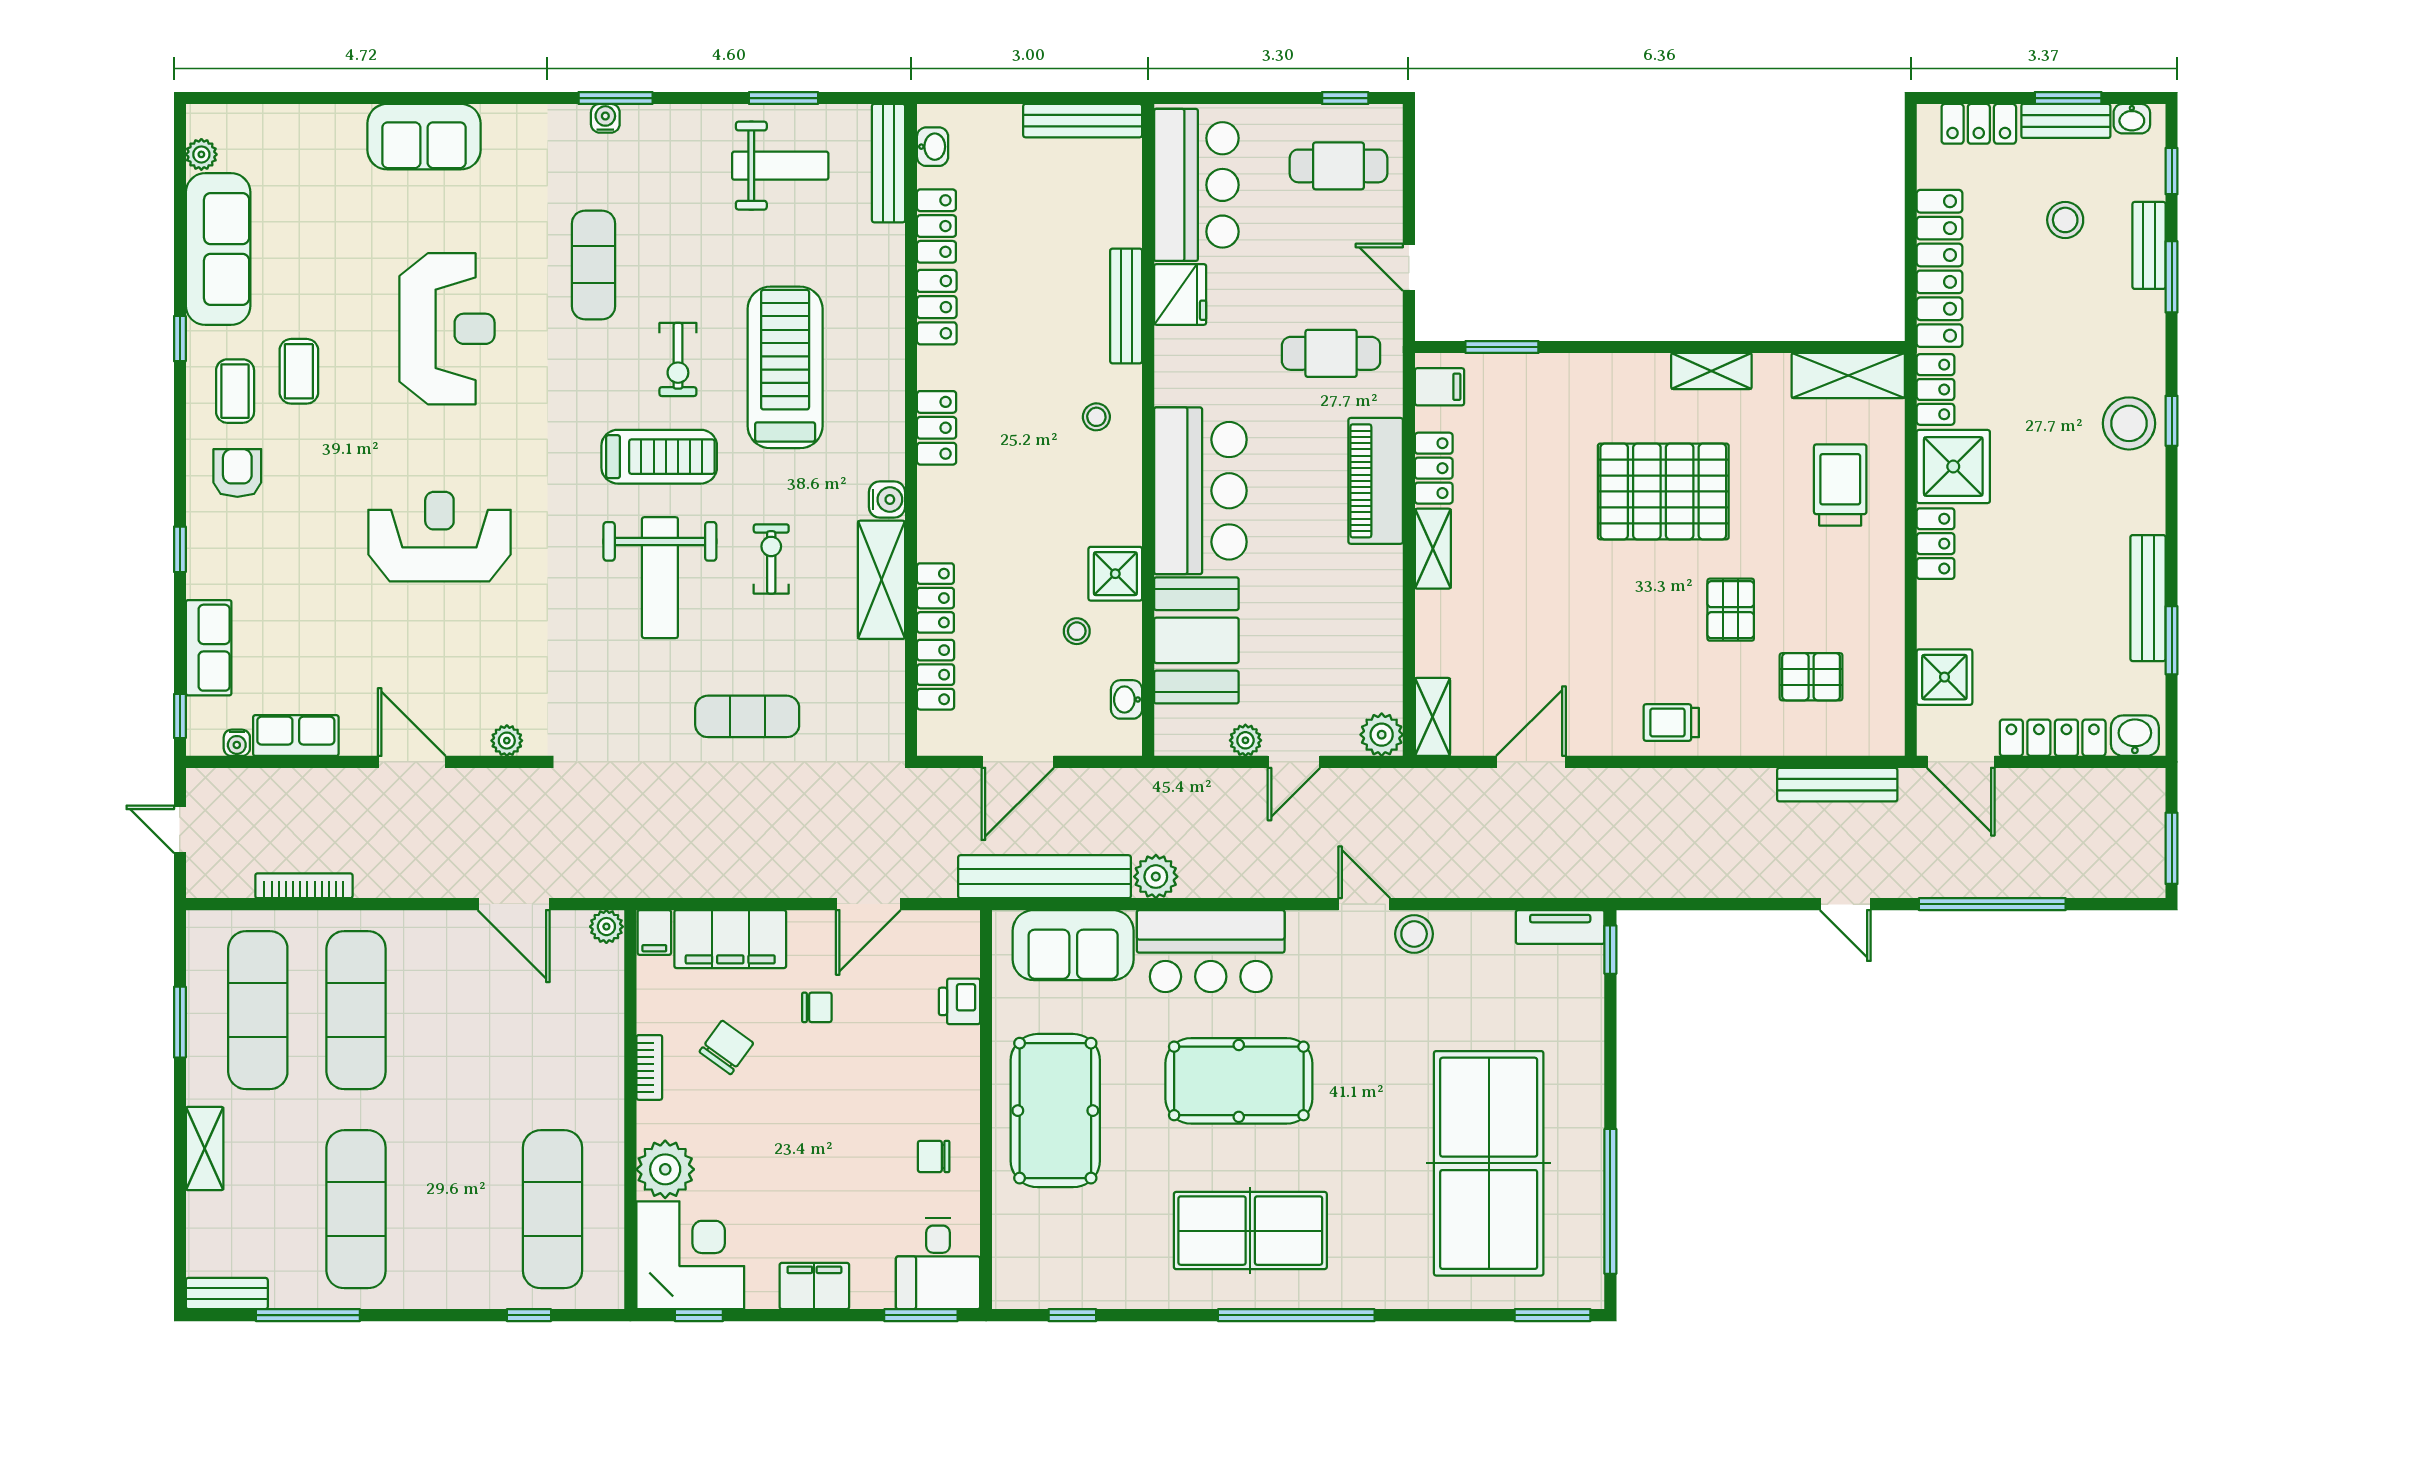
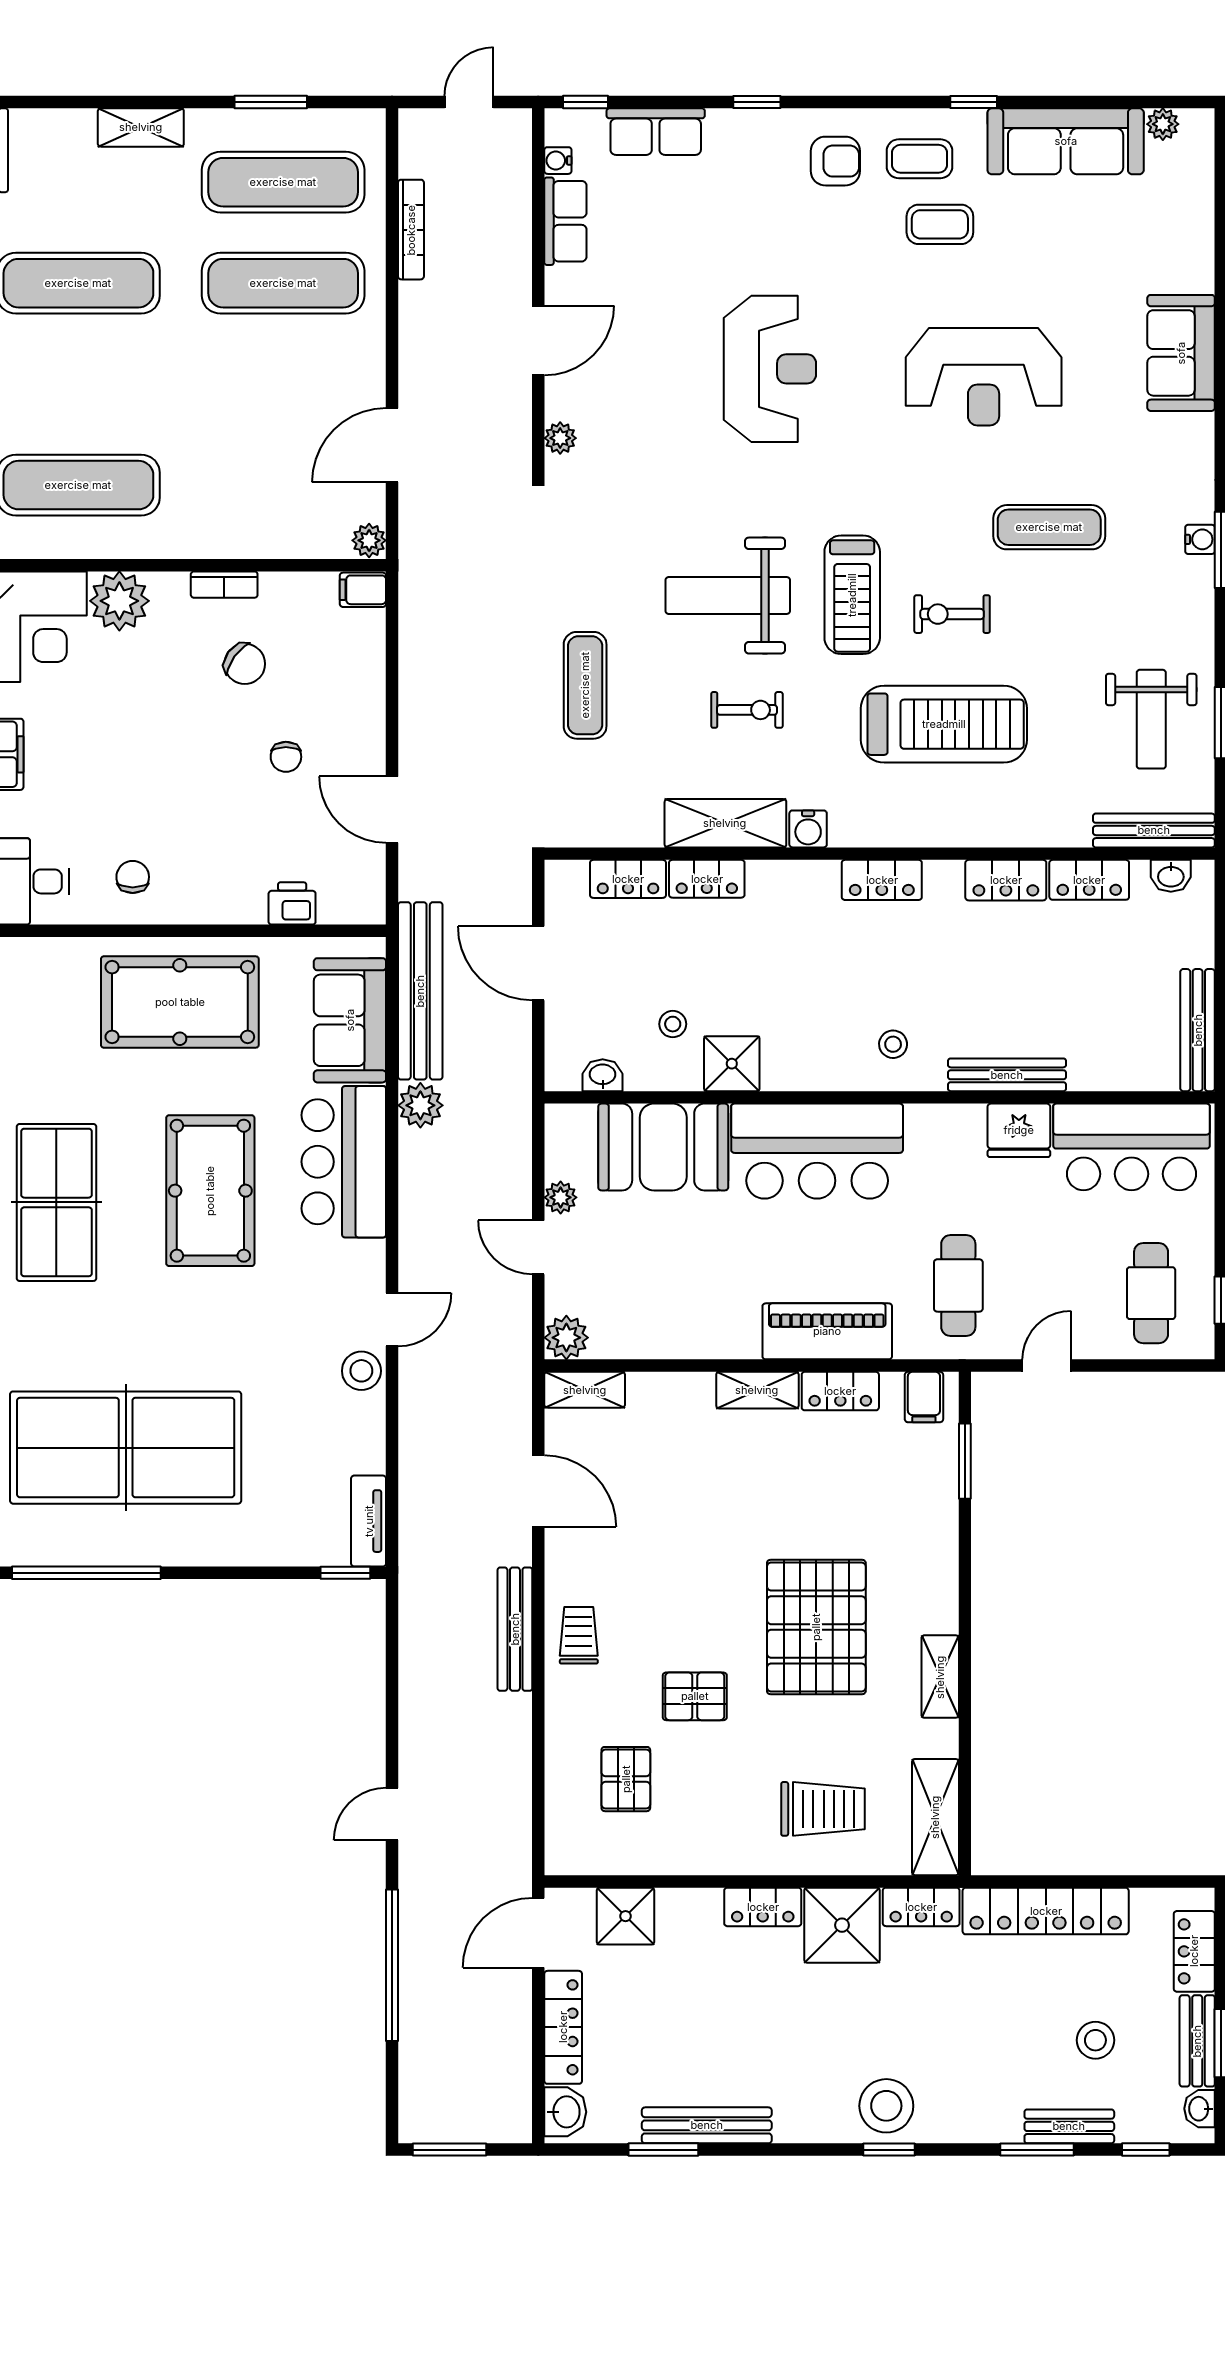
bench: (1837, 785) -> (515, 1629), moved
filing cabinet: (730, 939) -> (356, 668), removed

